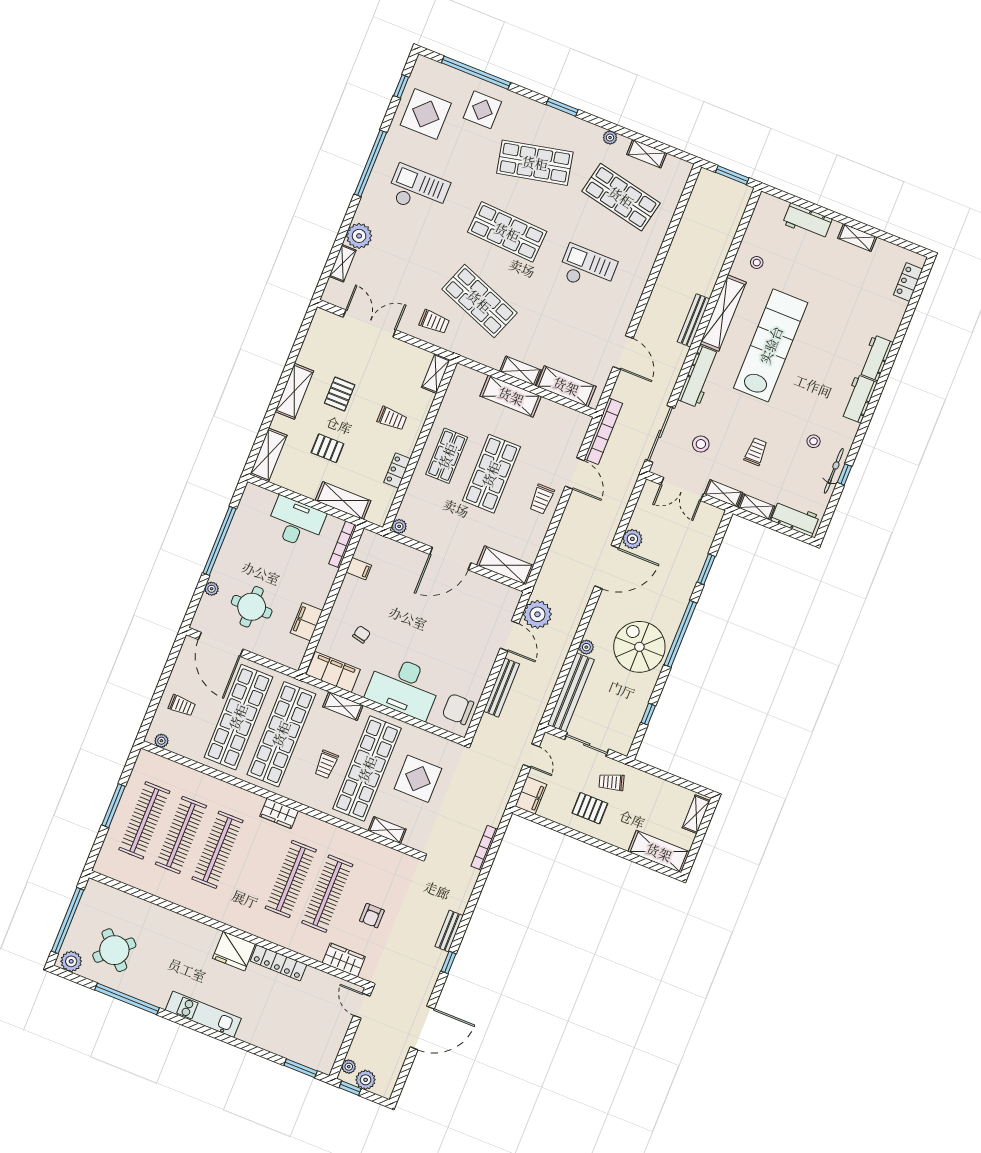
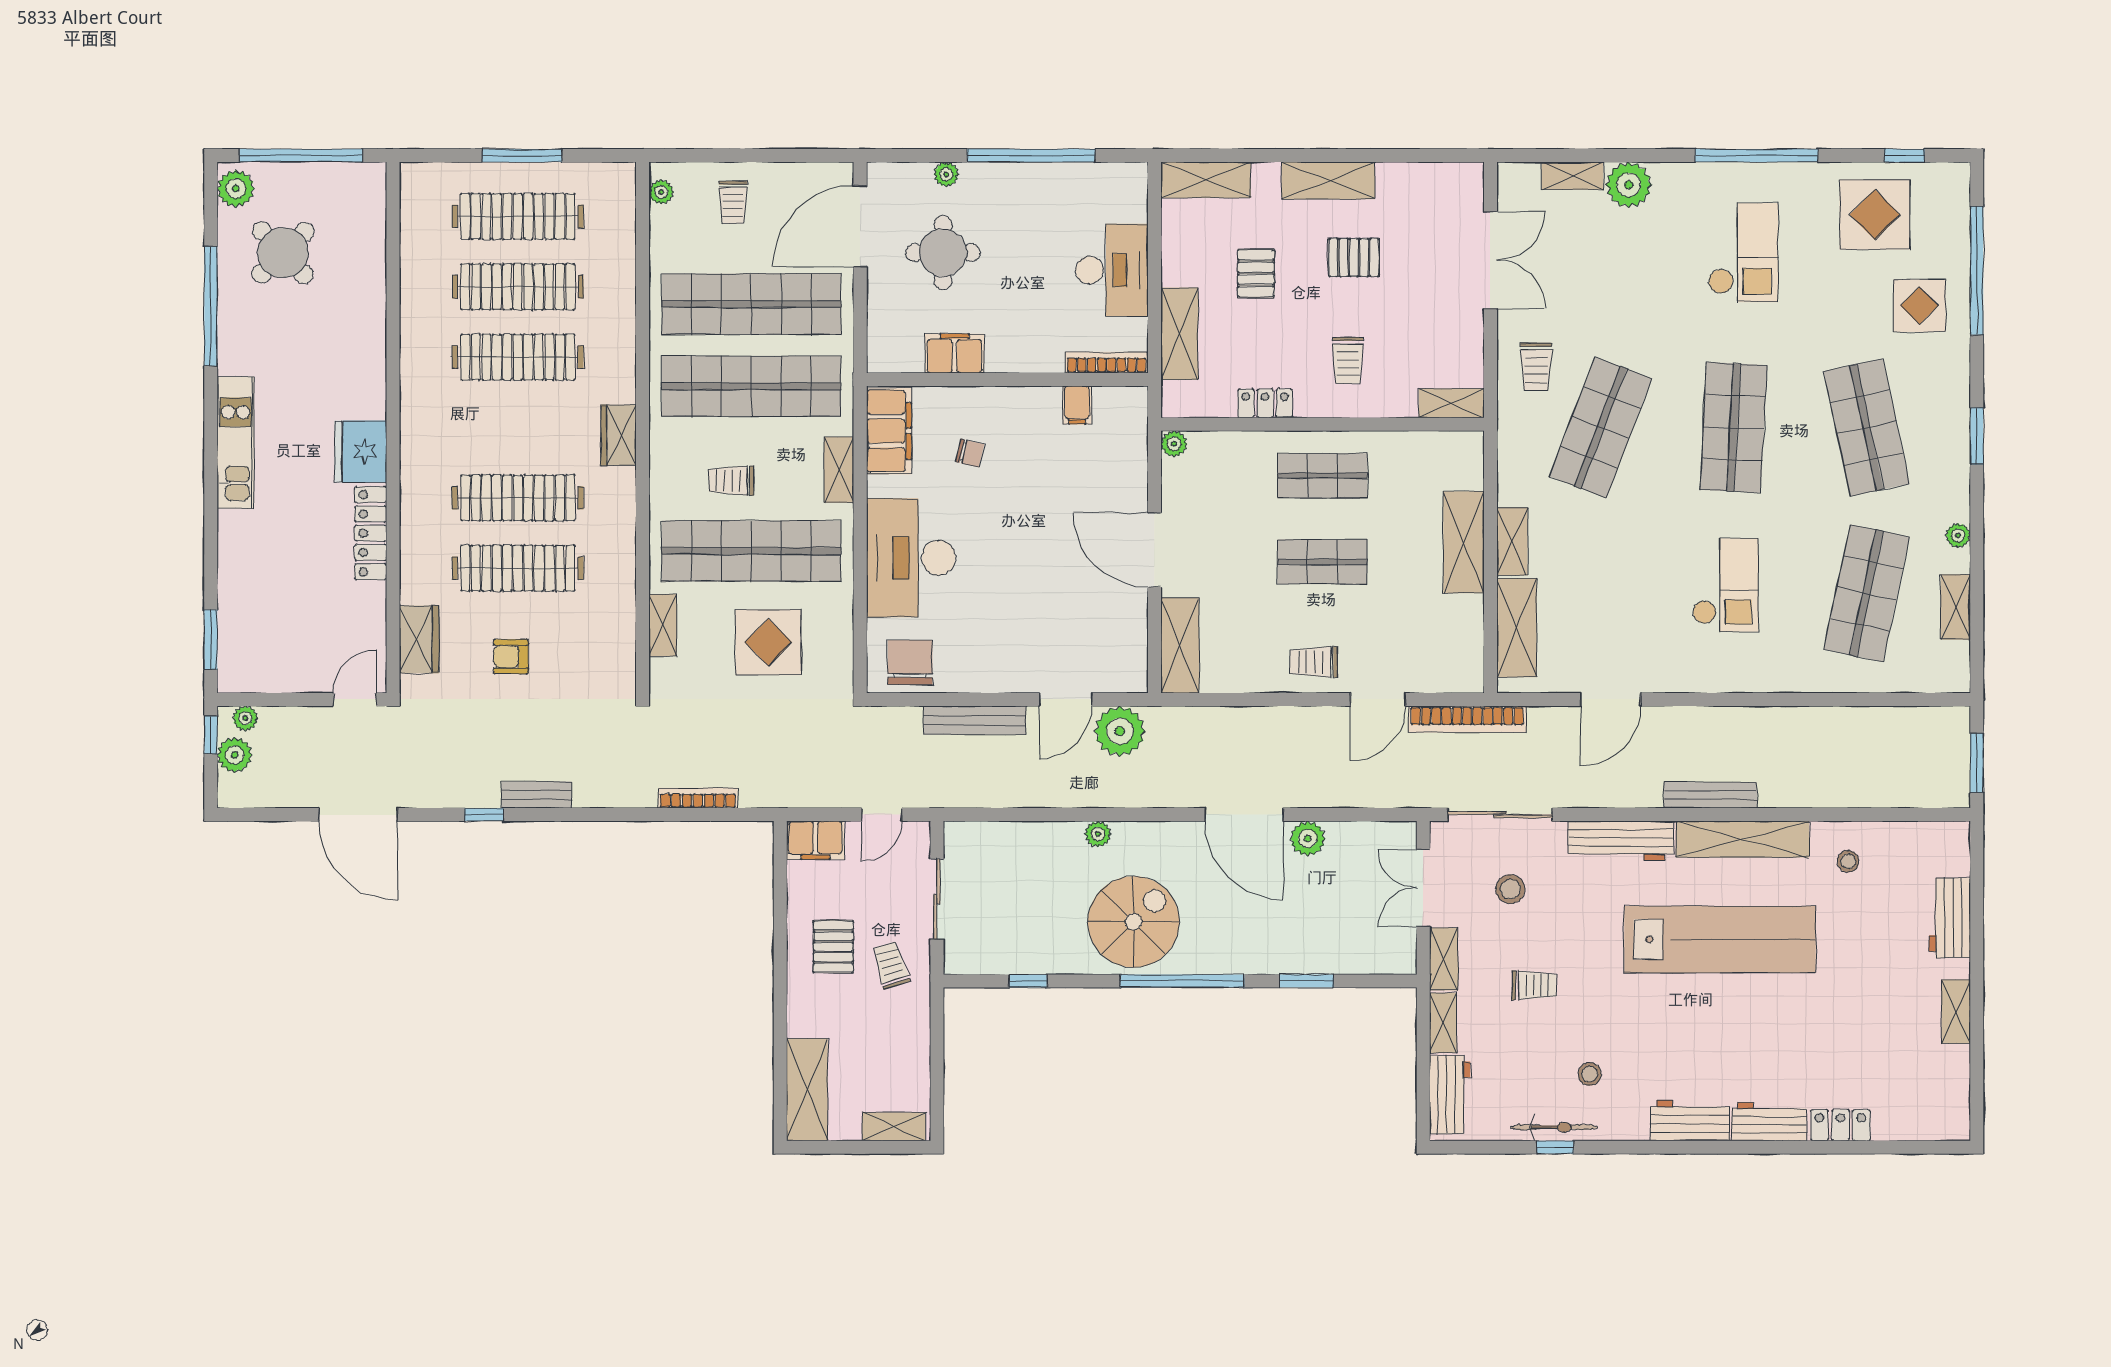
locker: (908, 282) -> (1840, 1125), moved
shop shelf: (491, 474) -> (1322, 562), width x0.70, depth x0.74
bench: (571, 692) -> (1013, 838), removed

